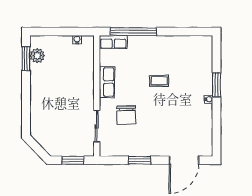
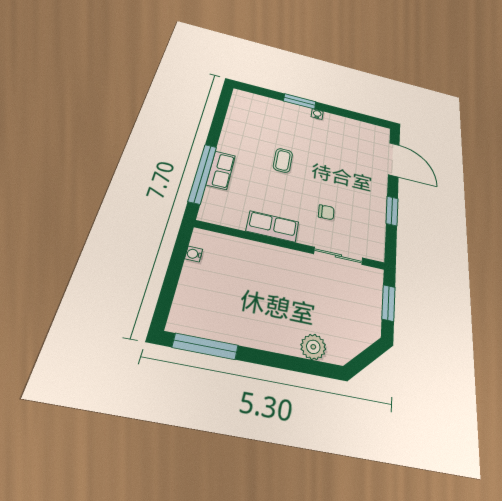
row of seats: (113, 42) -> (221, 170), moved
plant: (37, 56) -> (313, 347), moved
window: (26, 59) -> (205, 346), width x1.44
chair: (126, 115) -> (326, 212), width x0.54, depth x0.54

